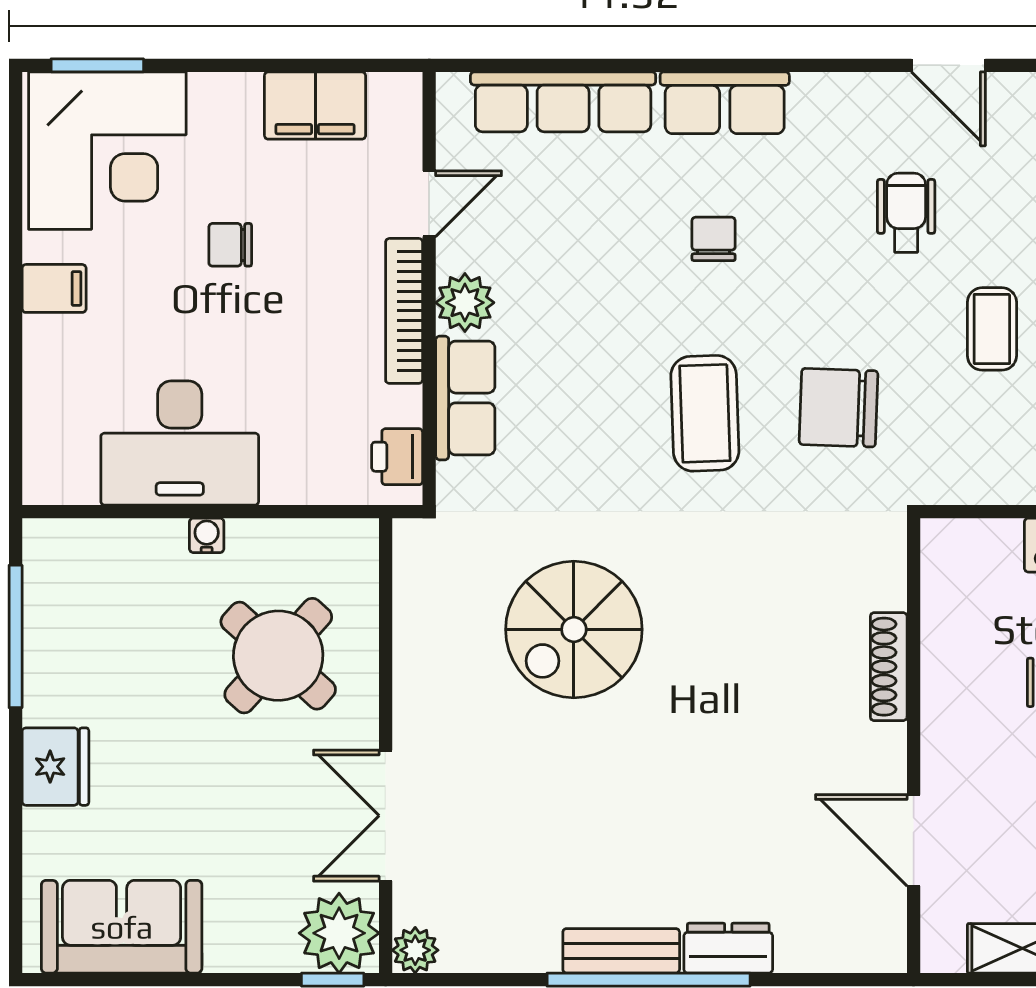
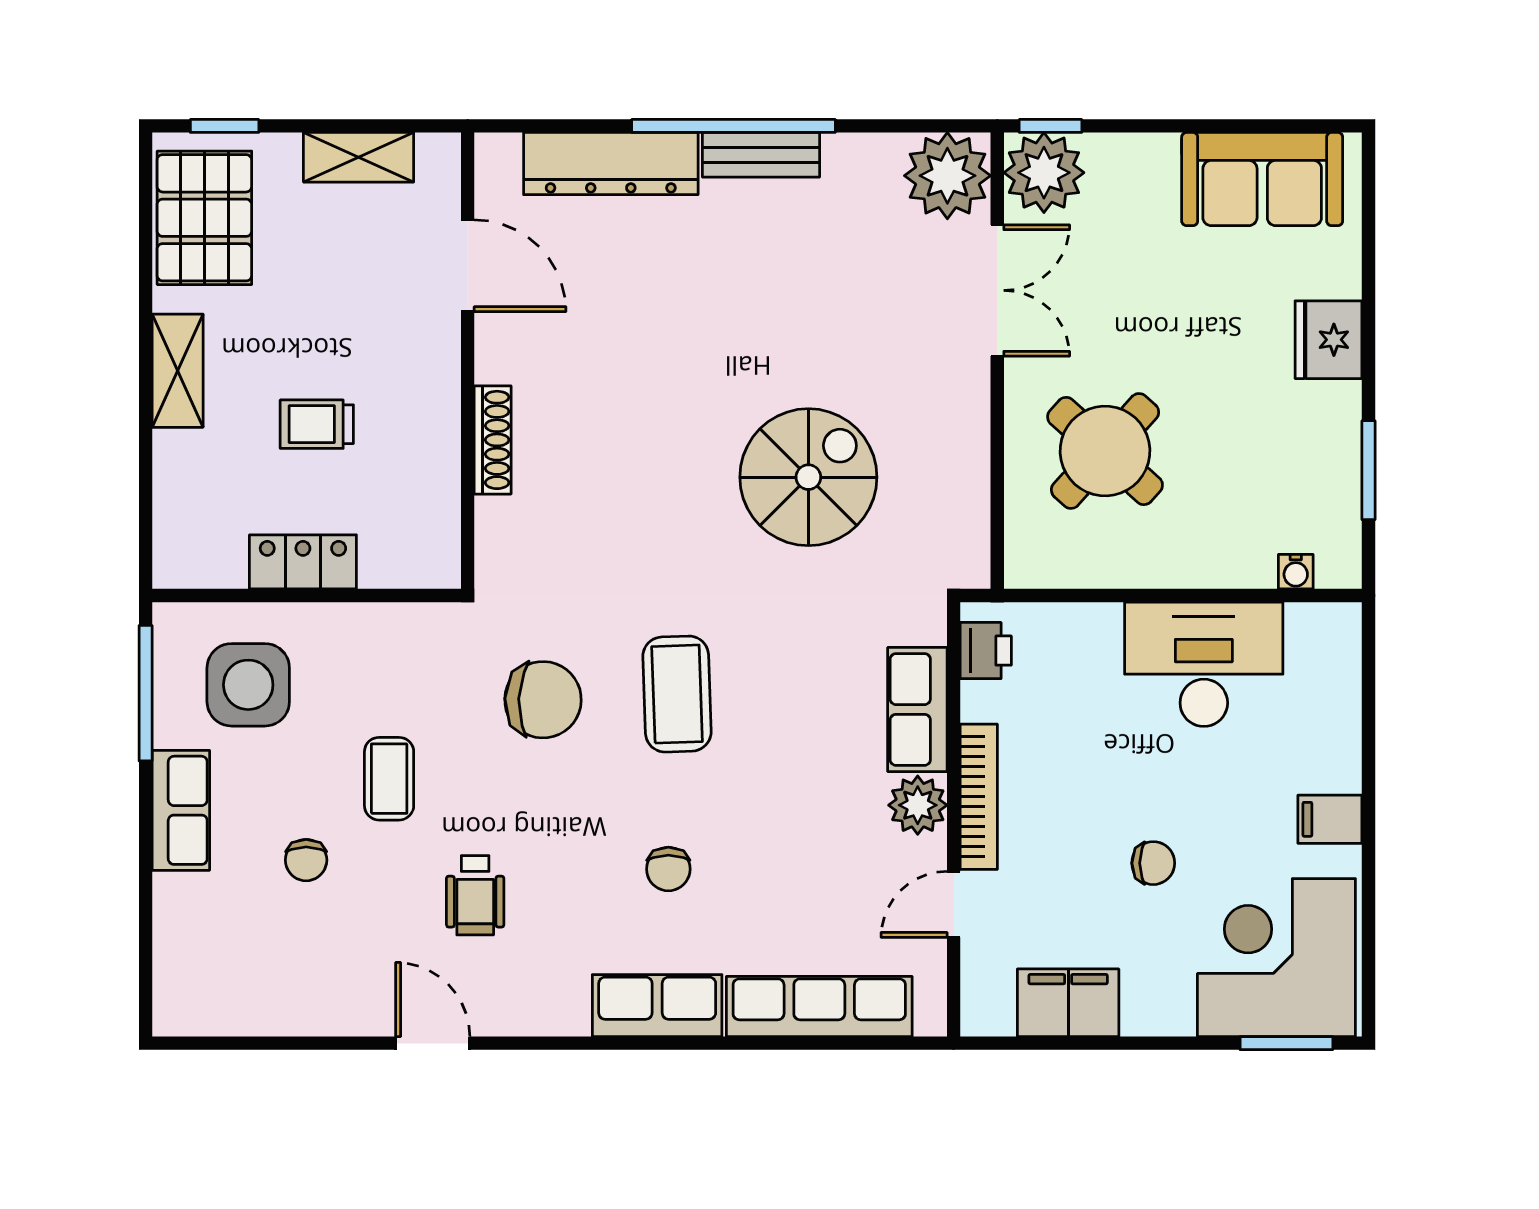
water cooler: (207, 535) -> (1296, 572), moved
window: (16, 636) -> (1369, 470), width x0.69
dresser: (728, 948) -> (611, 164), width x1.96, depth x1.24
plant: (415, 950) -> (947, 176), width x1.87, depth x1.87

